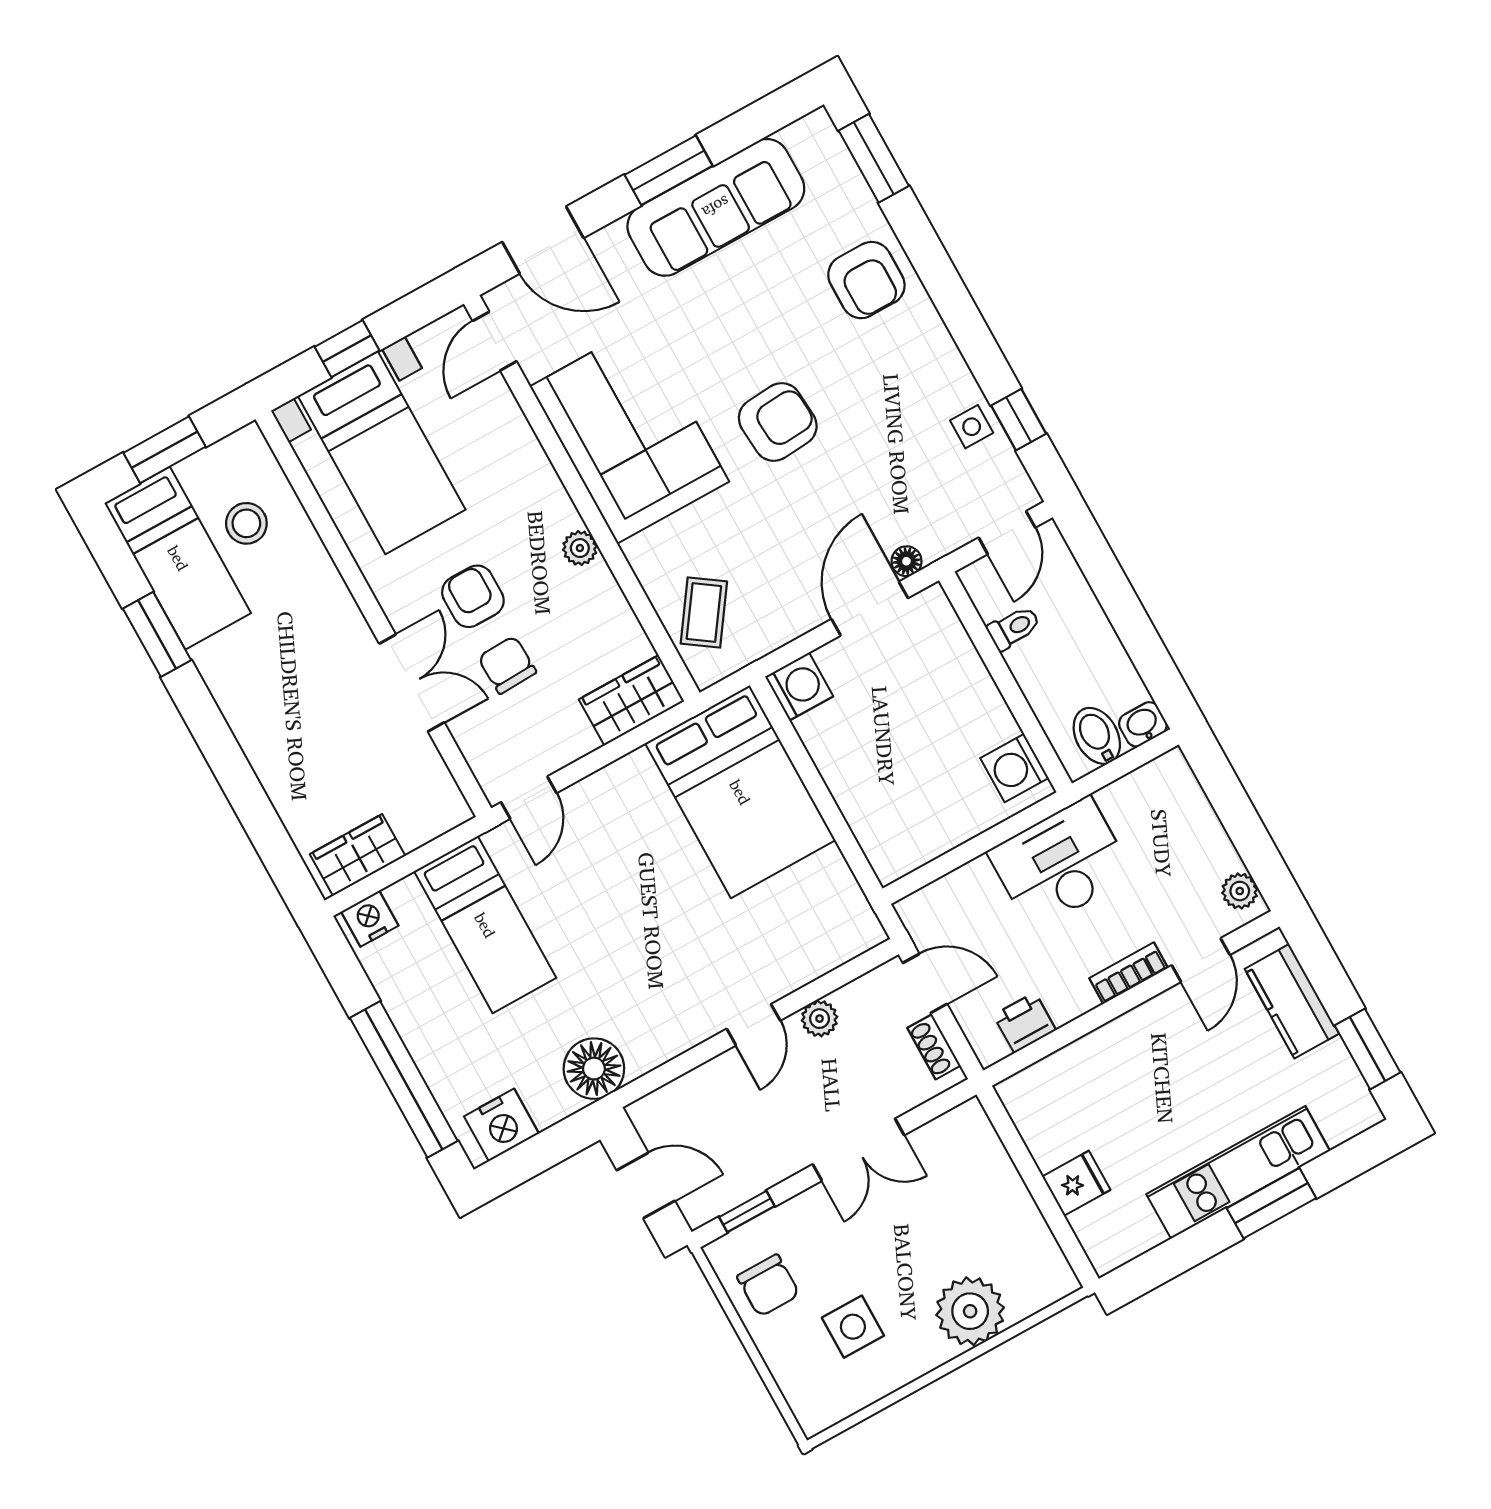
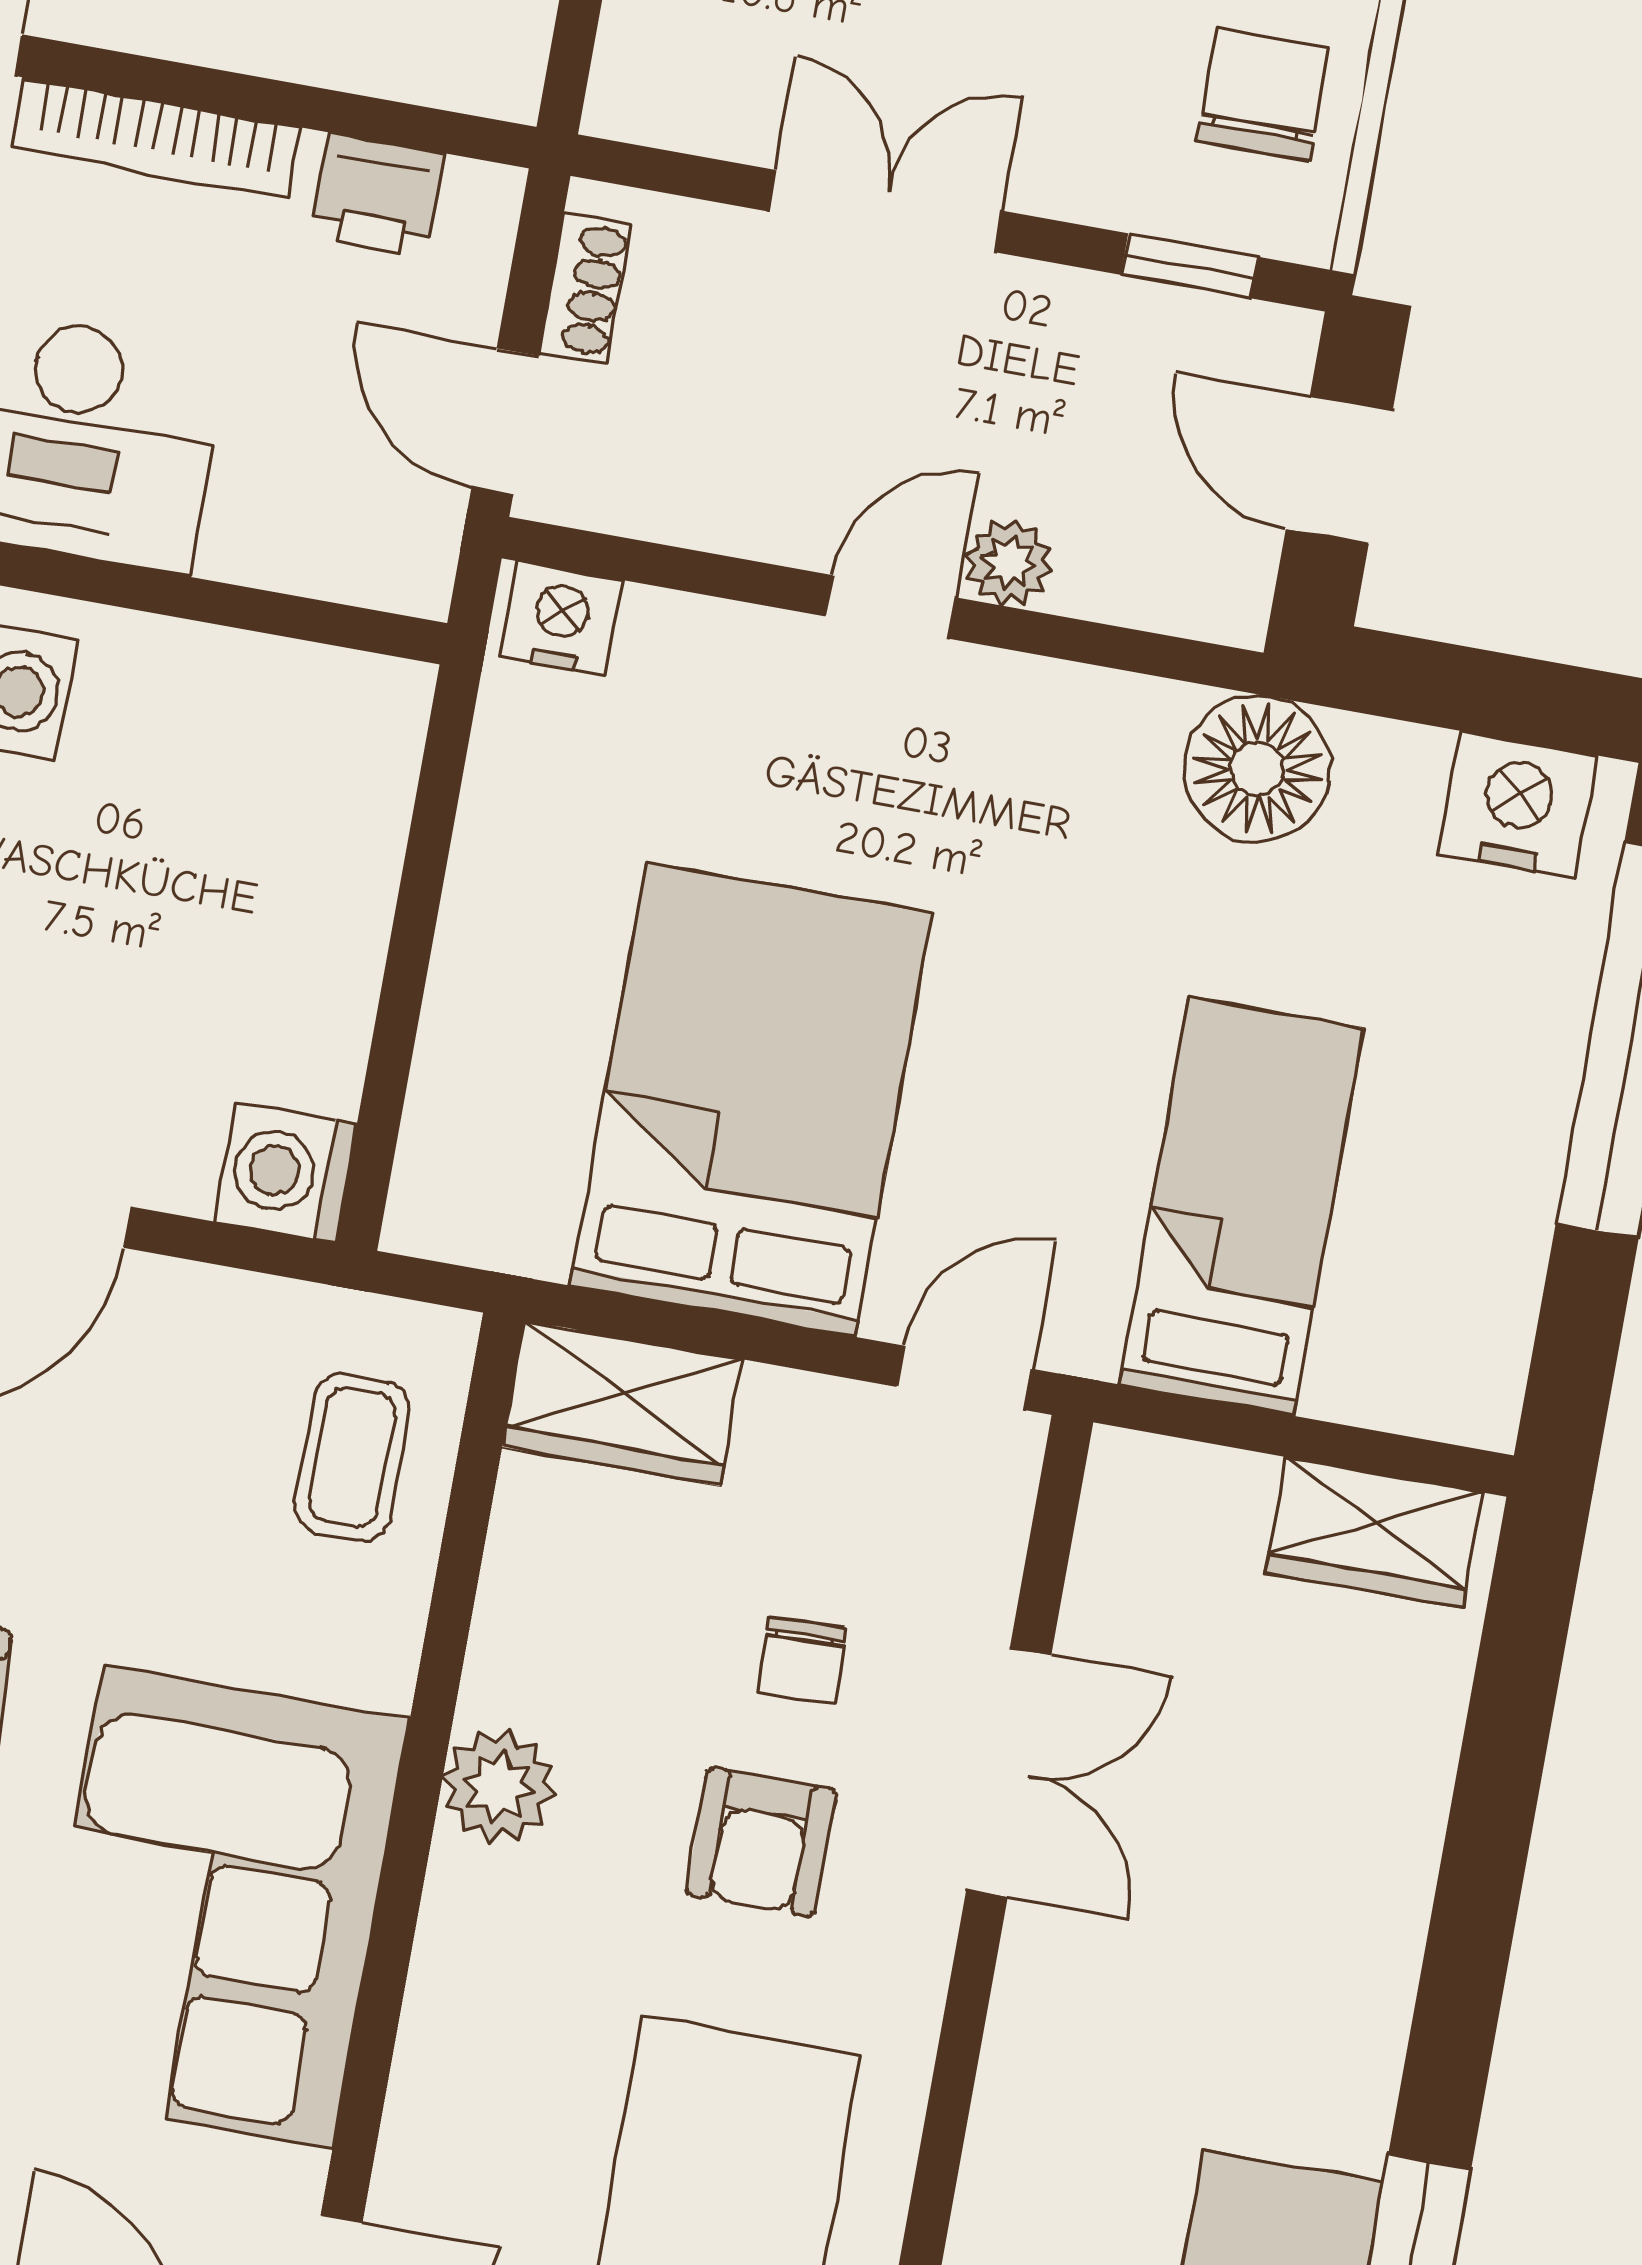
plant: (580, 548) -> (499, 1787), width x1.38, depth x1.38
coffee table: (704, 613) -> (352, 1457), turned -35
chair: (507, 665) -> (802, 1661), width x0.73, depth x0.73
double door: (412, 683) -> (1009, 1773), swing flipped
bed: (740, 792) -> (751, 1100), moved
nightstand: (370, 919) -> (561, 619), moved, turned 180
bookcase: (1129, 973) -> (156, 138), width x1.56
plant: (820, 1019) -> (1009, 562), moved

